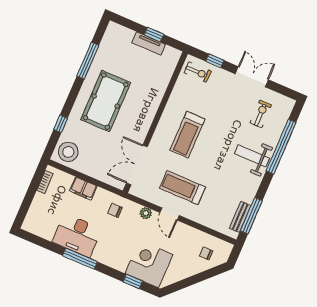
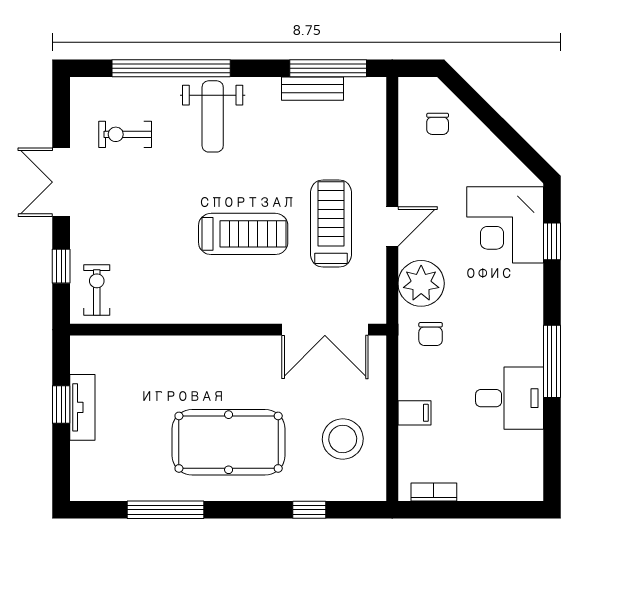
treadmill: (187, 135) -> (243, 234), moved
stool: (68, 152) -> (343, 439), moved
filing cabinet: (83, 188) -> (414, 413), width x0.50
treadmill: (182, 188) -> (331, 223), turned 180
plant: (146, 213) -> (421, 283), width x1.88, depth x1.88
bench: (240, 217) -> (313, 89), moved
desk: (77, 235) -> (509, 398), width x0.73

